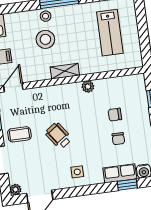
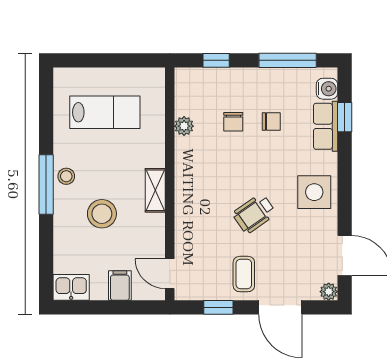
stool: (46, 16) -> (66, 176), moved
plant: (88, 87) -> (184, 126), moved
side table: (77, 172) -> (314, 192), width x1.87, depth x1.87

